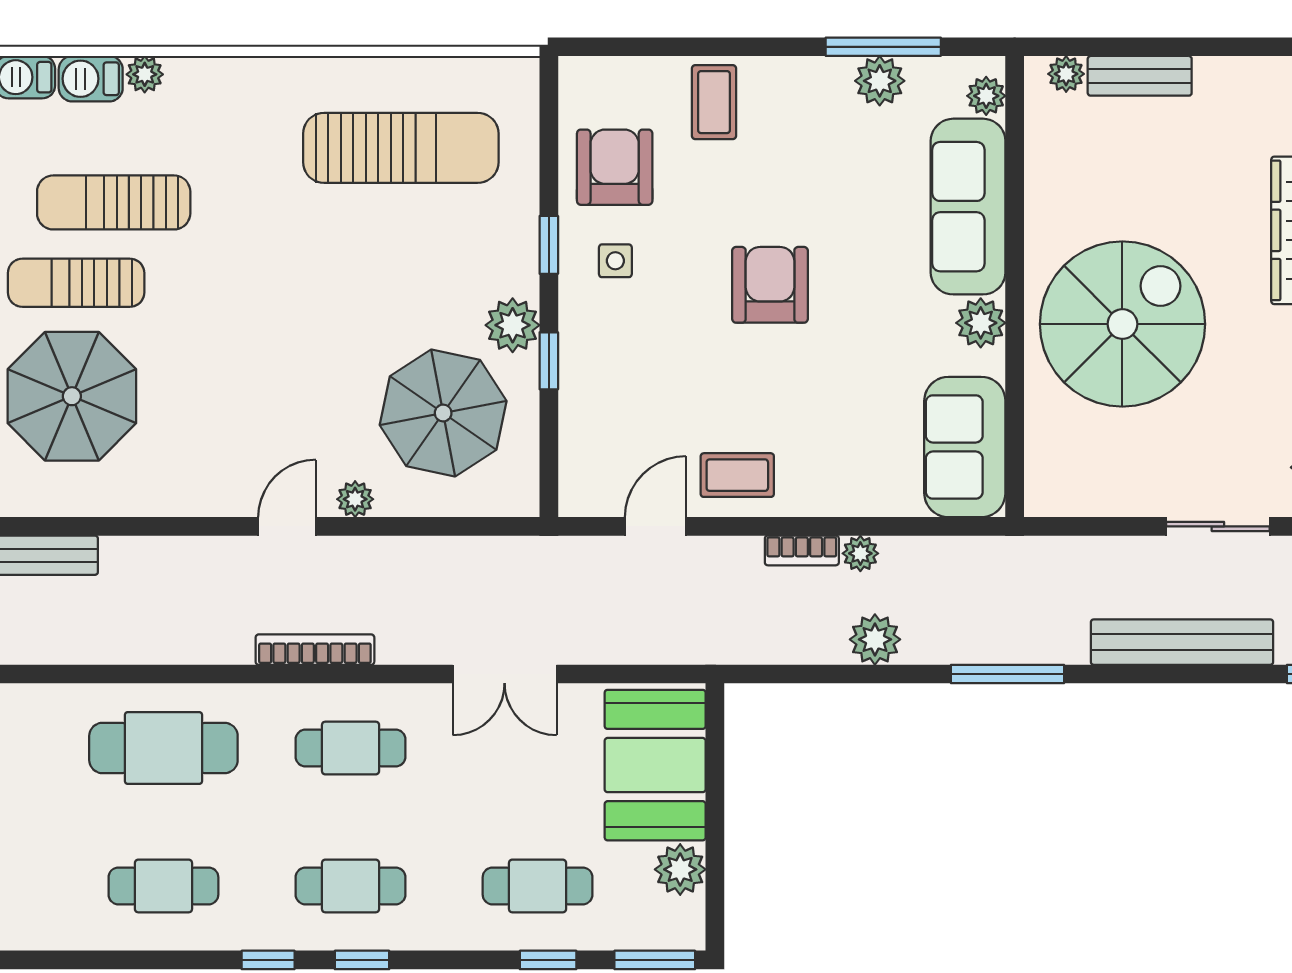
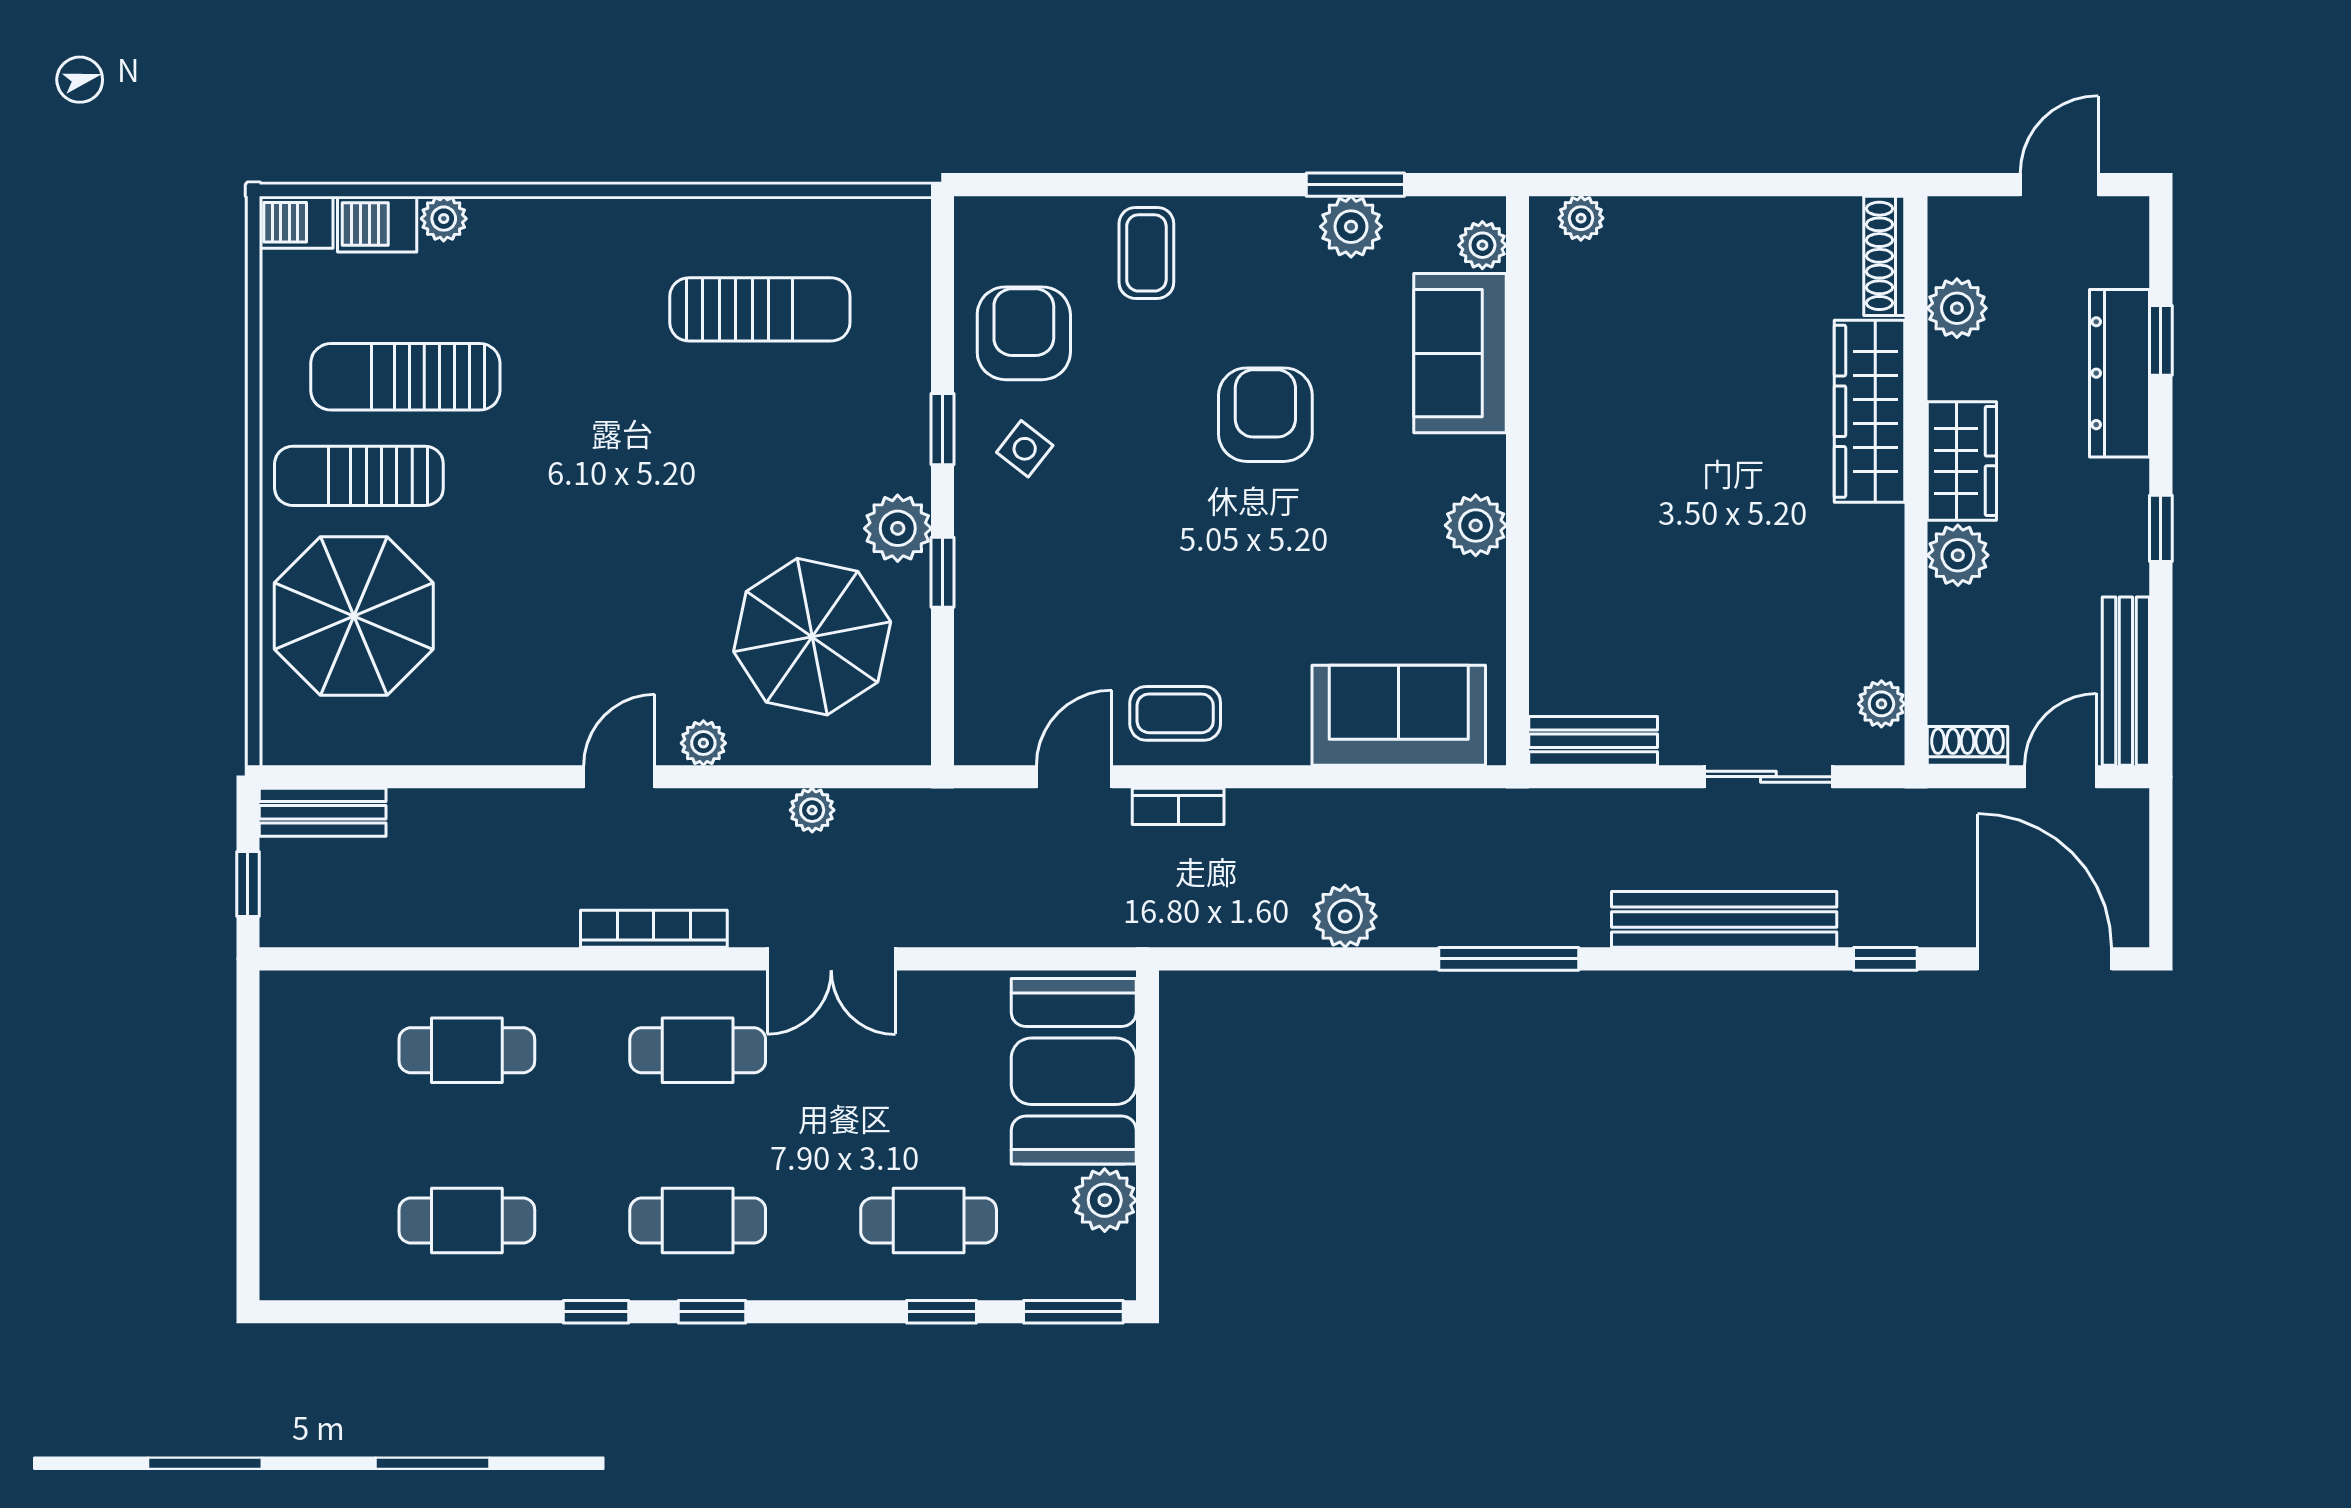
window: (883, 47) -> (1355, 185), width x0.69
bench: (1140, 76) -> (1593, 741), moved
sun lounger: (401, 148) -> (760, 309), width x0.73, depth x0.75
sofa: (968, 207) -> (1460, 353), width x0.73
side table: (615, 261) -> (1025, 449), turned 38
armchair: (770, 285) -> (1265, 415), moved
spiral stairs: (1122, 324) -> (1651, 527), removed
sofa: (965, 447) -> (1399, 715), moved, turned 90
bookcase: (802, 550) -> (1178, 806), moved
plant: (860, 553) -> (812, 810), moved
double door: (505, 674) -> (831, 959), moved
cafe table: (163, 748) -> (467, 1050), width x0.73, depth x0.74

